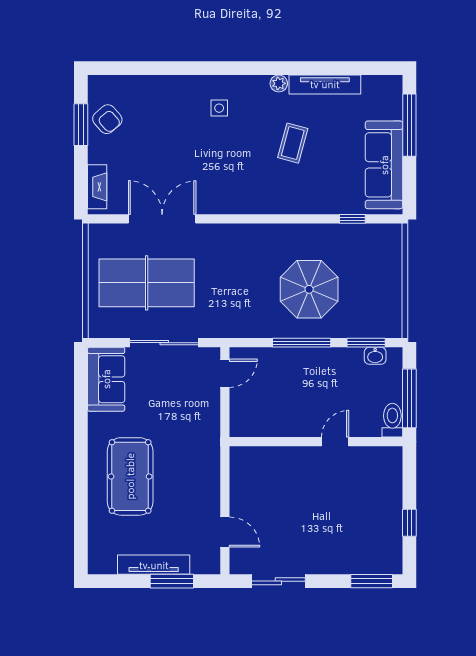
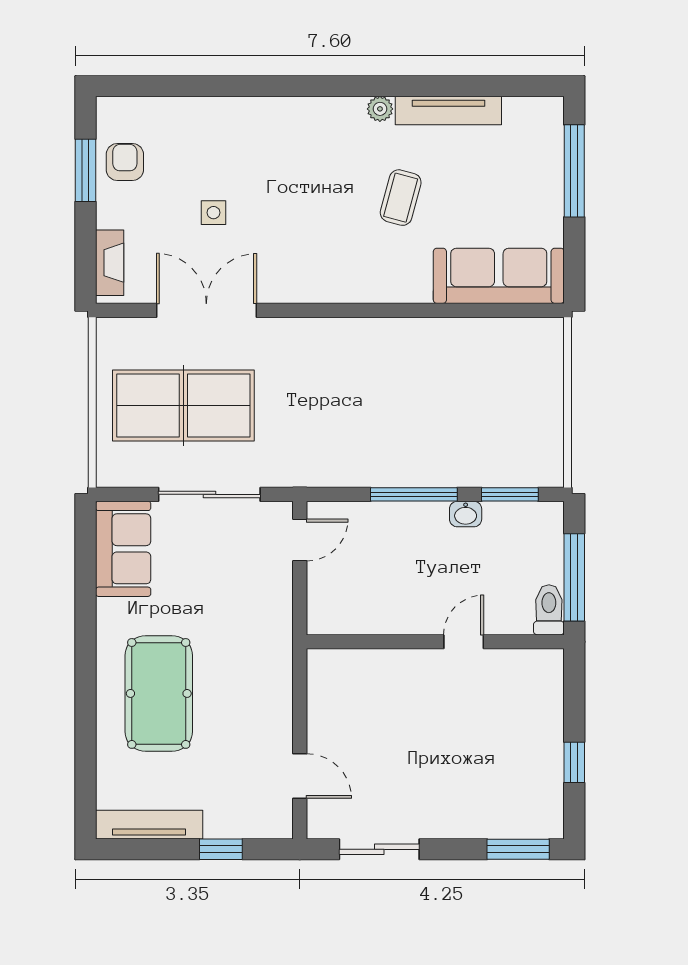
side table: (219, 108) -> (213, 213), moved
armchair: (107, 119) -> (125, 162), turned -139
sofa: (384, 165) -> (499, 276), moved, turned 90
window: (352, 219) -> (489, 310), removed
parasol: (309, 289) -> (425, 415), removed
washbasin: (375, 356) -> (466, 514), moved
tv unit: (154, 565) -> (149, 825), moved
window: (172, 581) -> (221, 849), width x0.67

